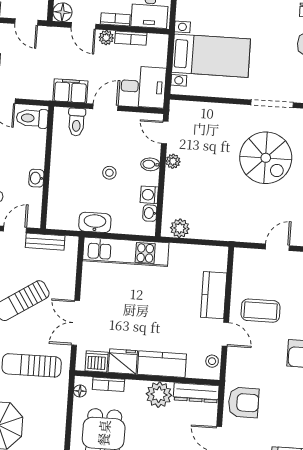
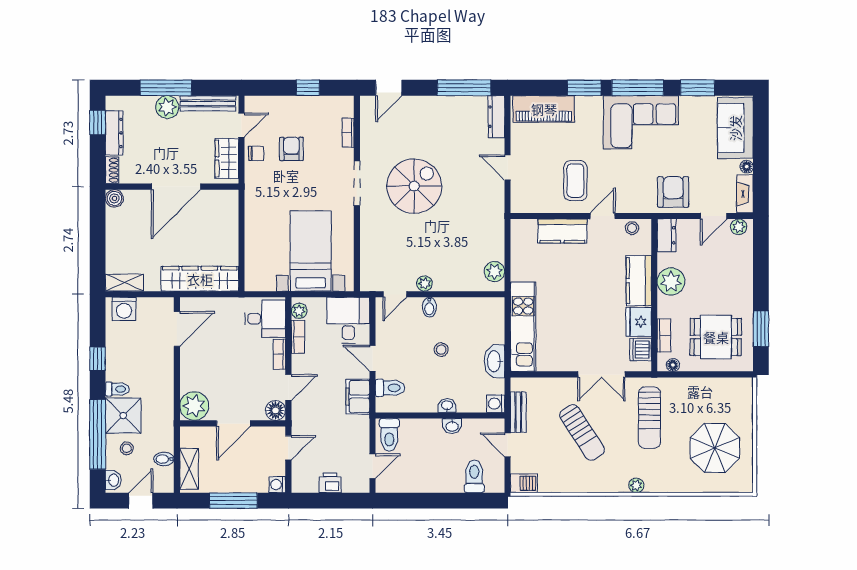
plant: (106, 38) -> (299, 311), moved
washing machine: (149, 195) -> (496, 404), moved, turned 90
washbasin: (150, 213) -> (447, 406), moved, turned 180
dresser: (196, 393) -> (666, 235), width x0.70

